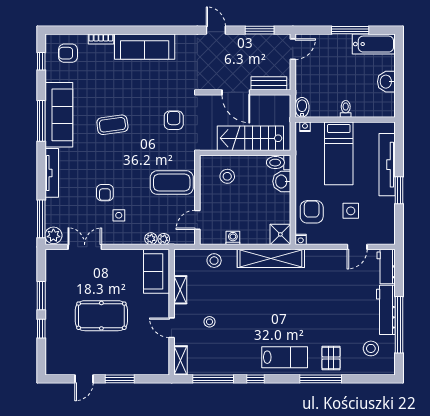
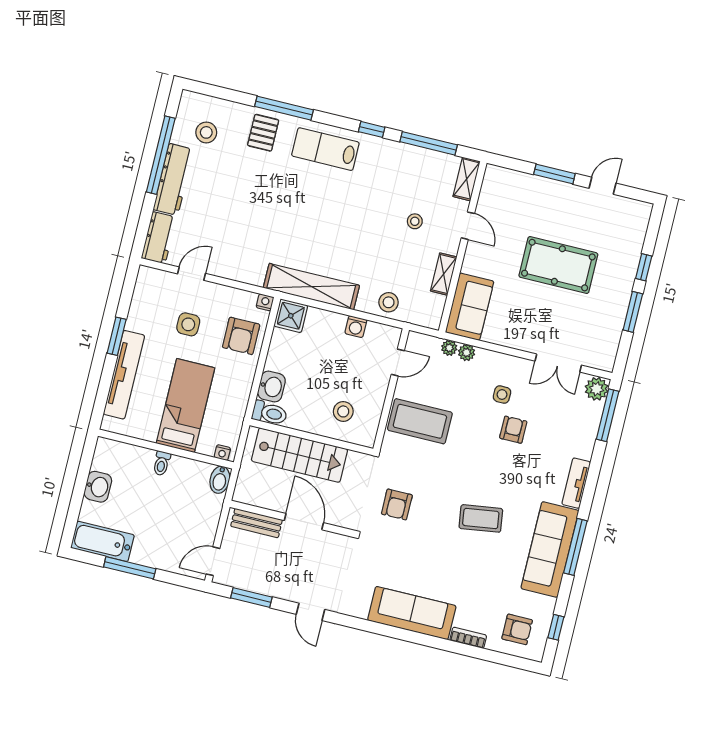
tv unit: (52, 173) -> (576, 483), width x0.71

